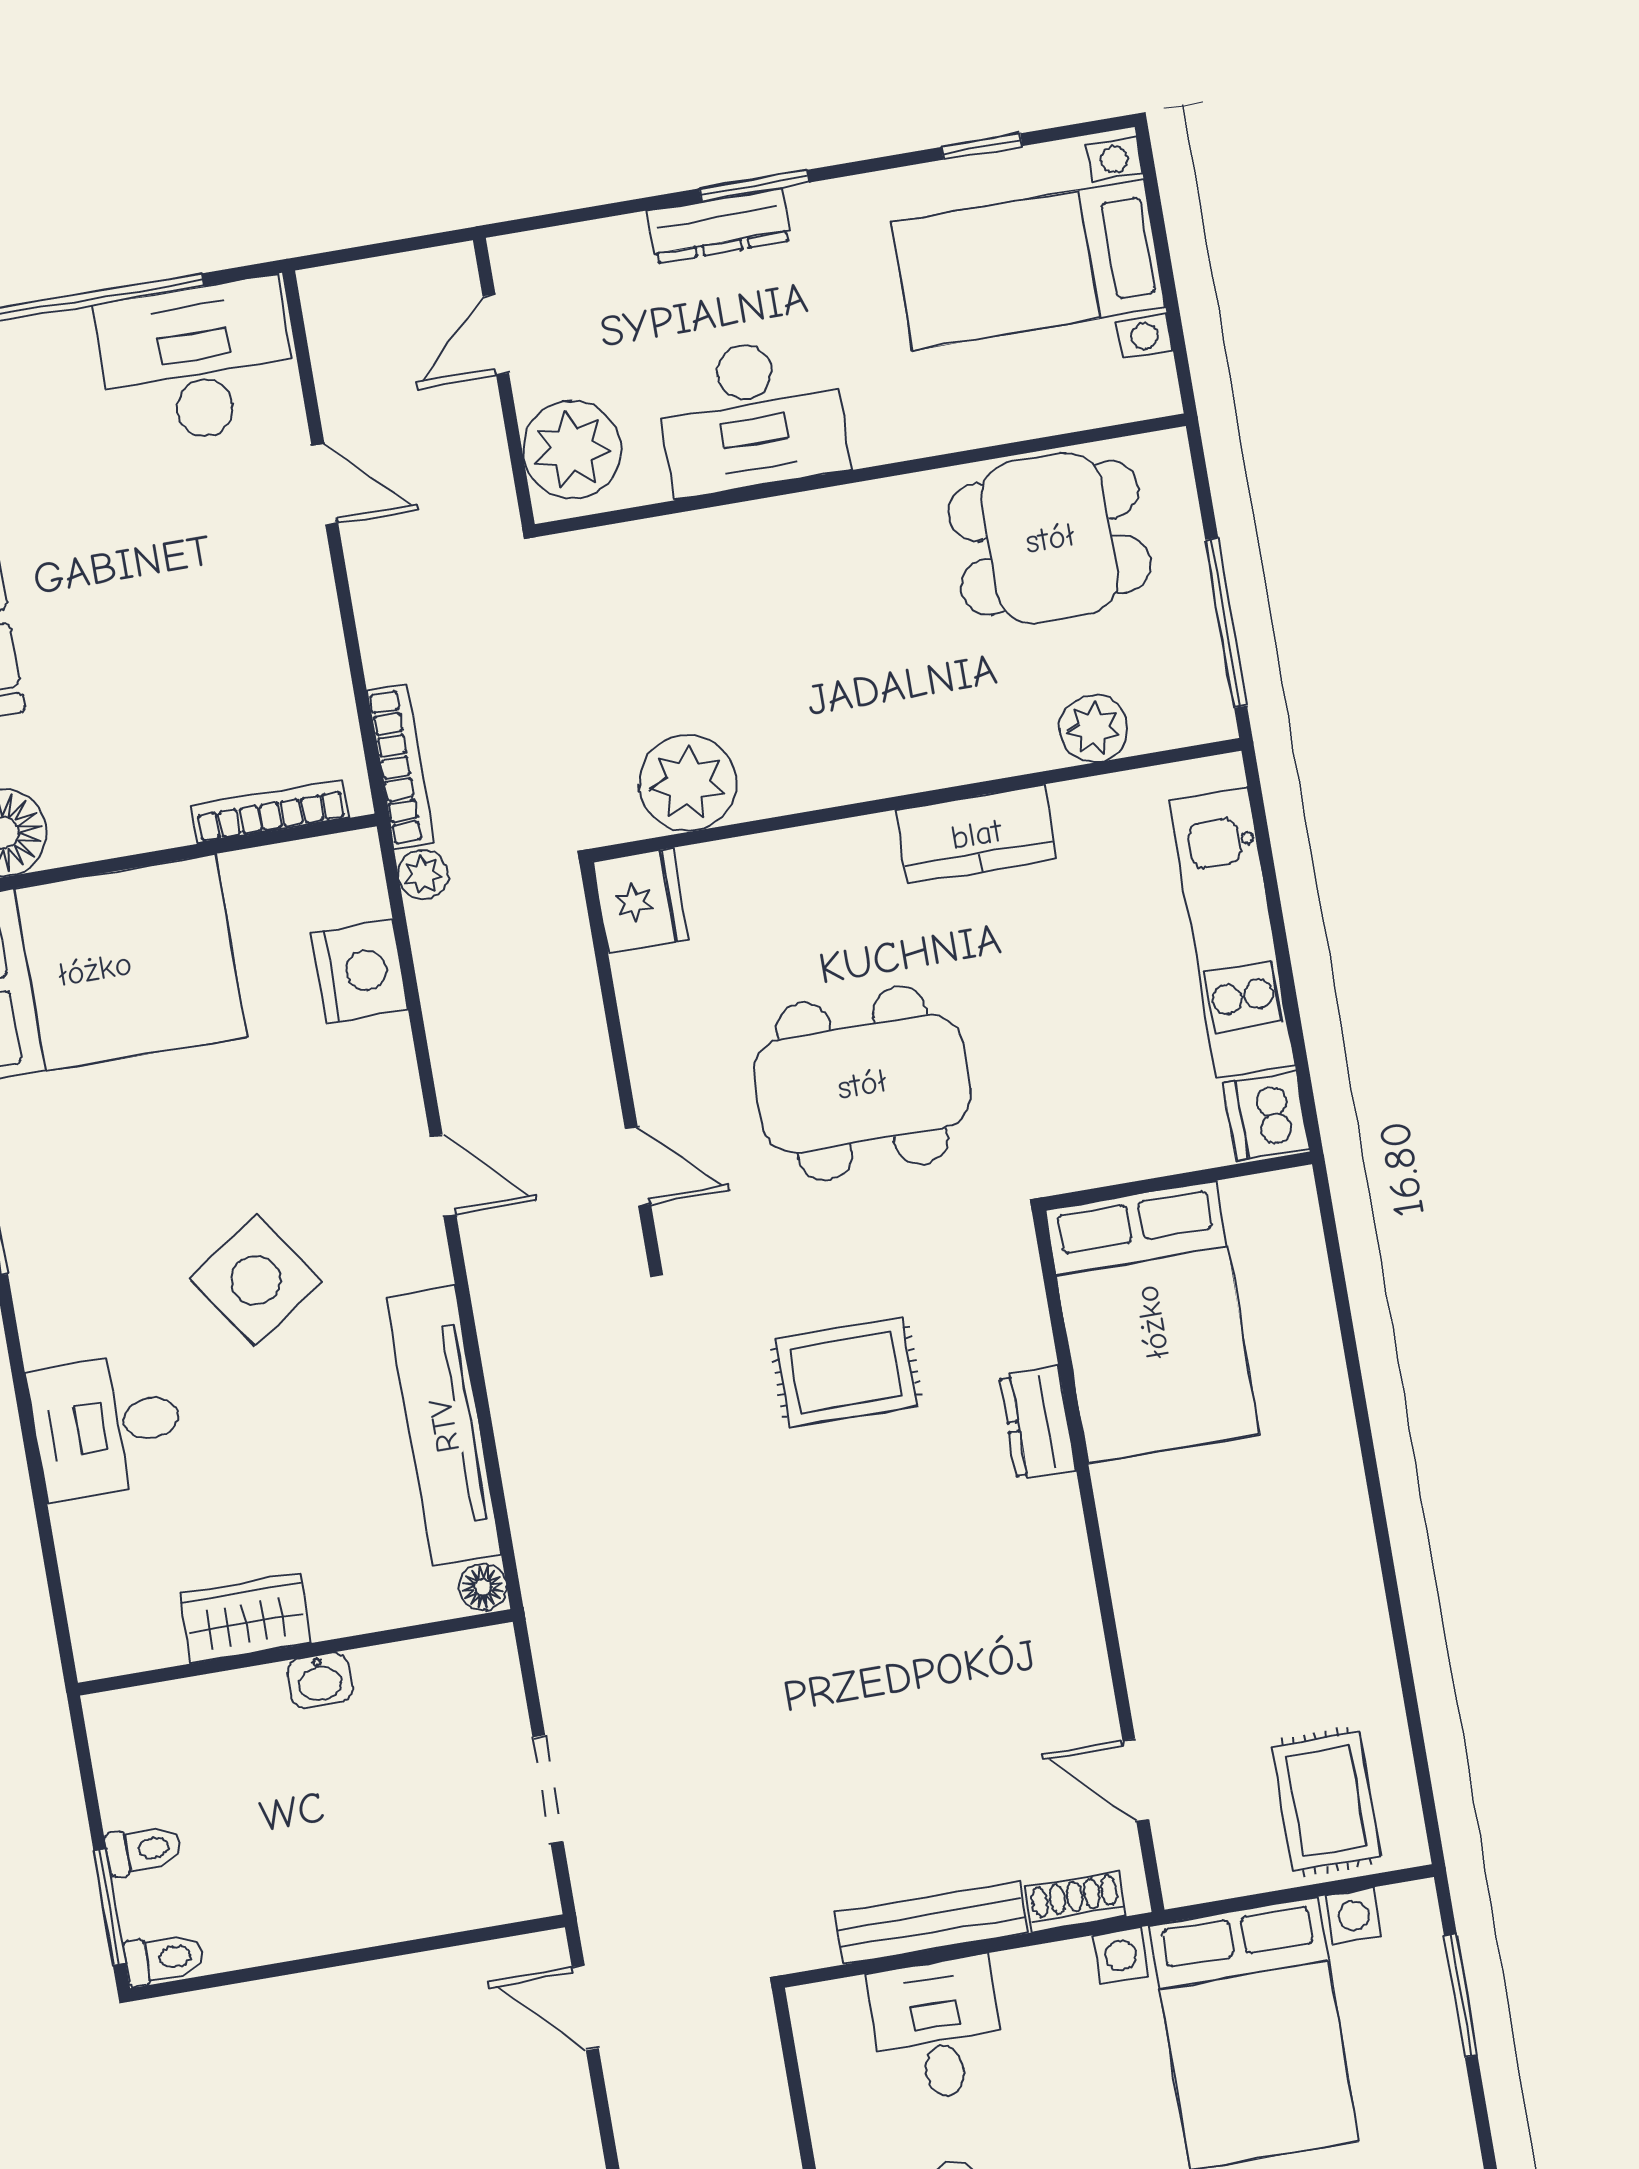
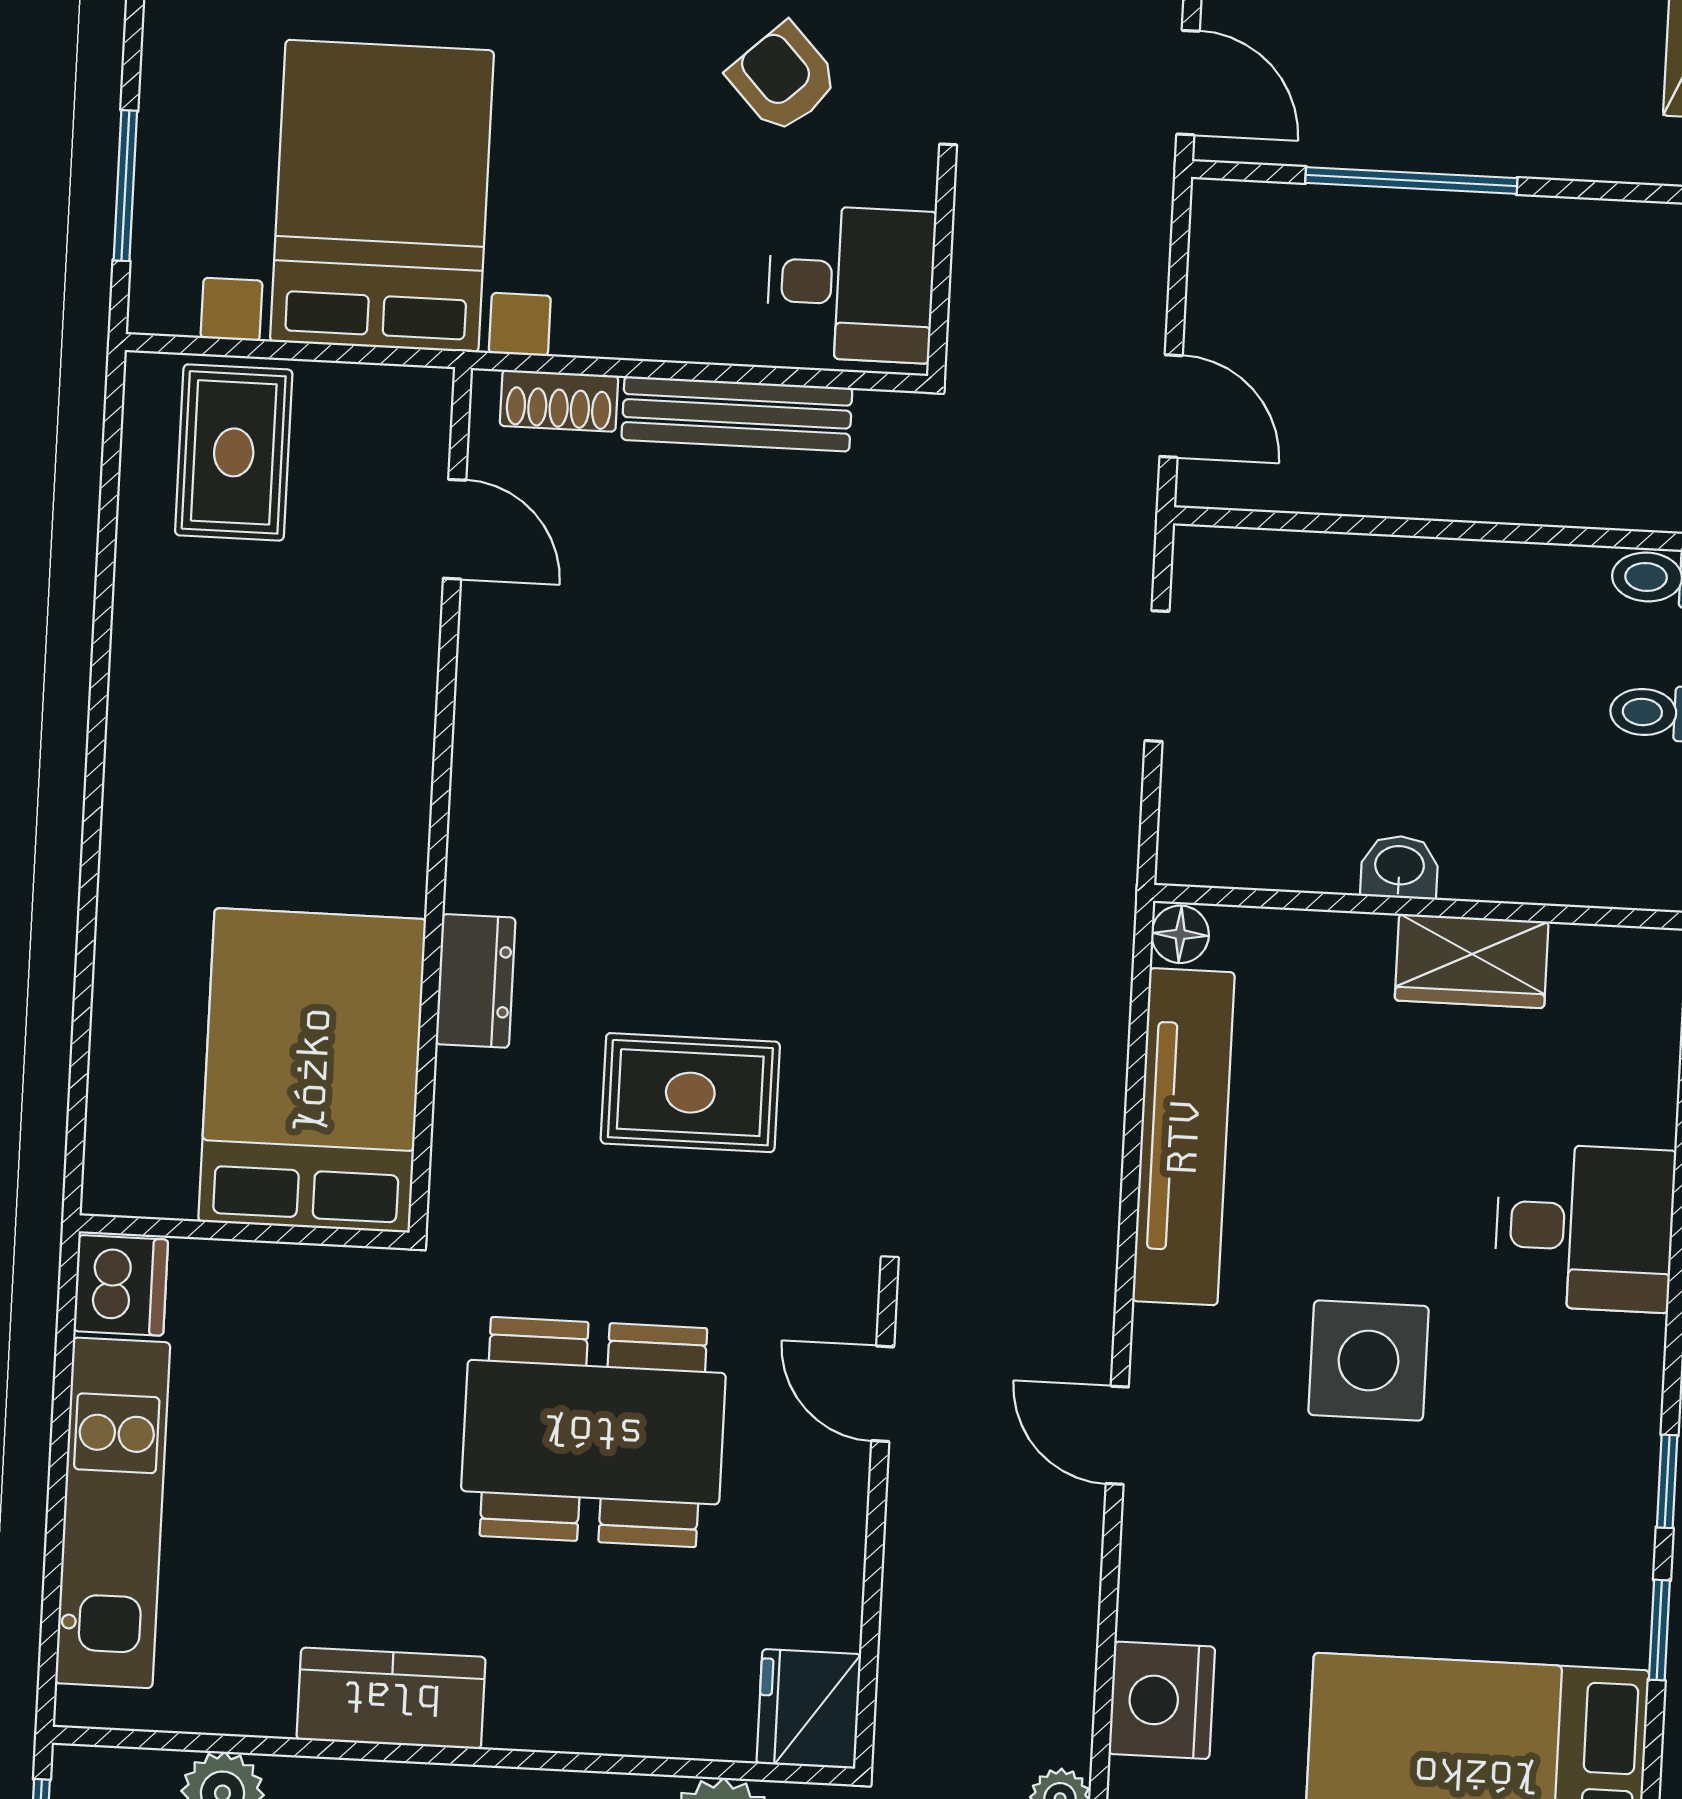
side table: (256, 1280) -> (1368, 1361), turned 34
desk: (938, 2030) -> (851, 284), moved, turned -90

